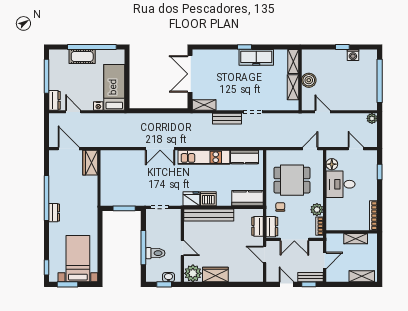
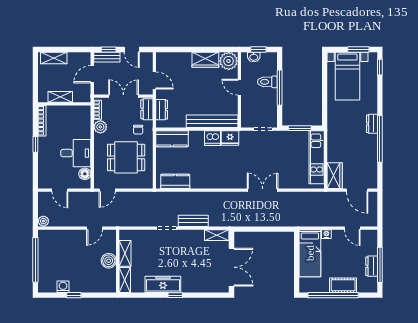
dresser: (55, 100) -> (372, 266), moved
door: (322, 112) -> (94, 228), hinge flipped
kitchen unit: (204, 157) -> (317, 157), moved, turned -90
window: (380, 172) -> (35, 144), moved

